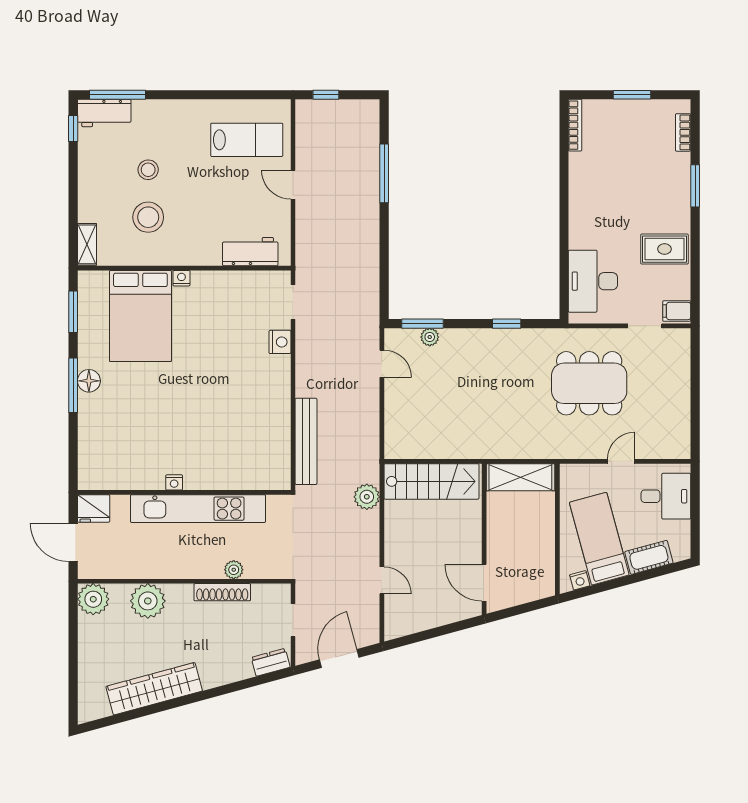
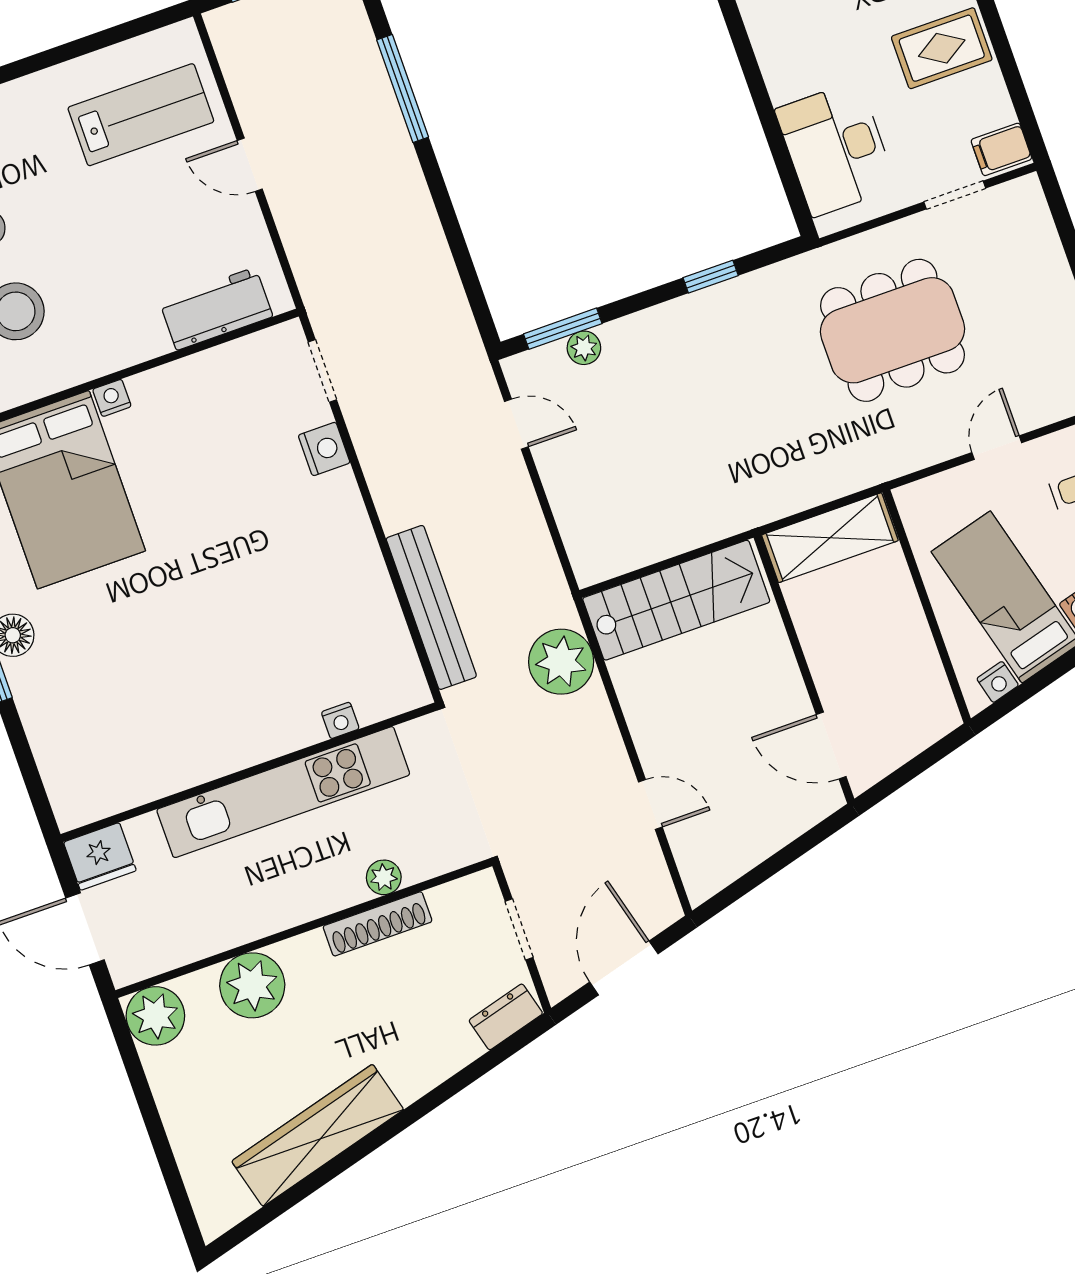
nightstand: (174, 482) -> (340, 720), moved
plant: (367, 497) -> (561, 662), width x1.36, depth x1.36

